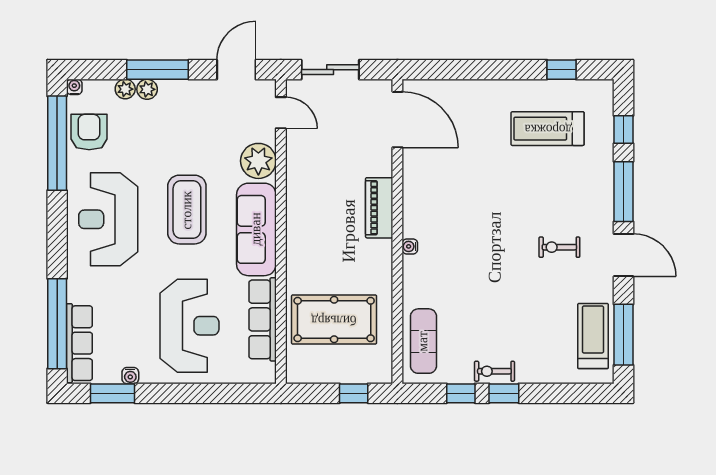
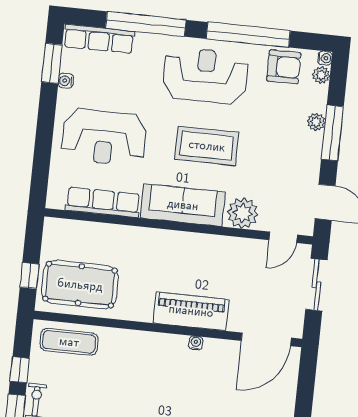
plant: (125, 89) -> (321, 75), moved
window: (57, 143) -> (248, 35), moved
piano: (379, 208) -> (191, 311), width x1.37, depth x1.33
water cooler: (410, 246) -> (196, 343), moved
pool table: (334, 320) -> (80, 285), moved, turned 90
window: (57, 324) -> (146, 24), moved

